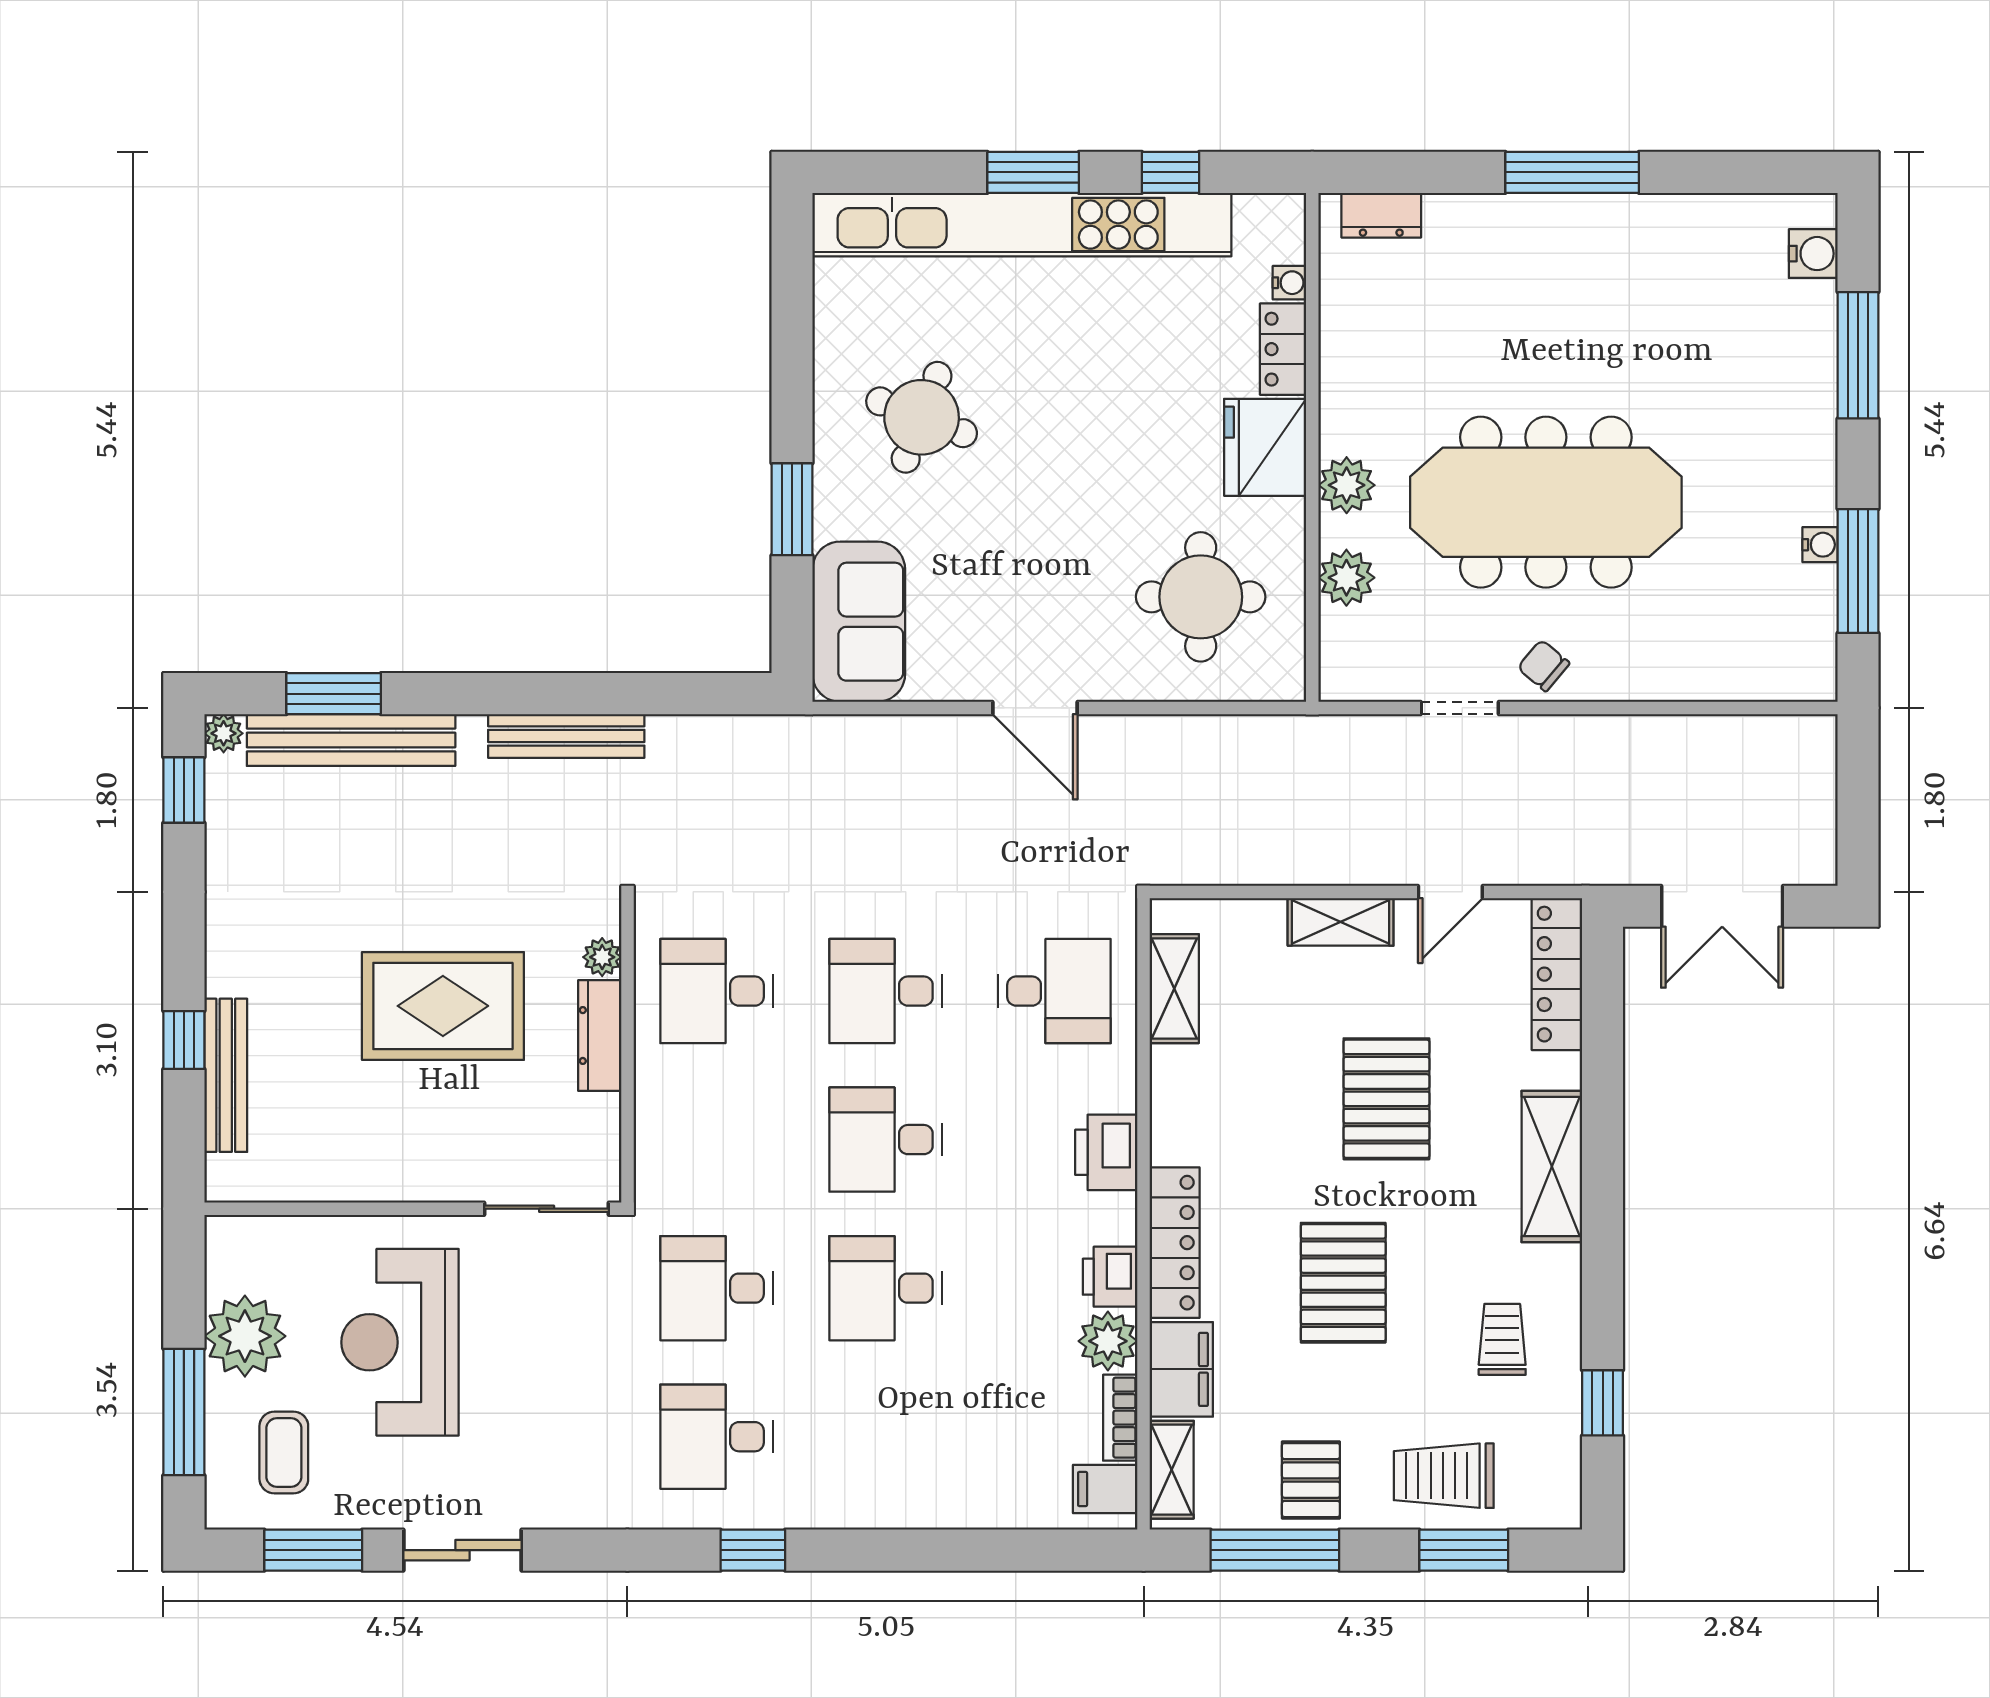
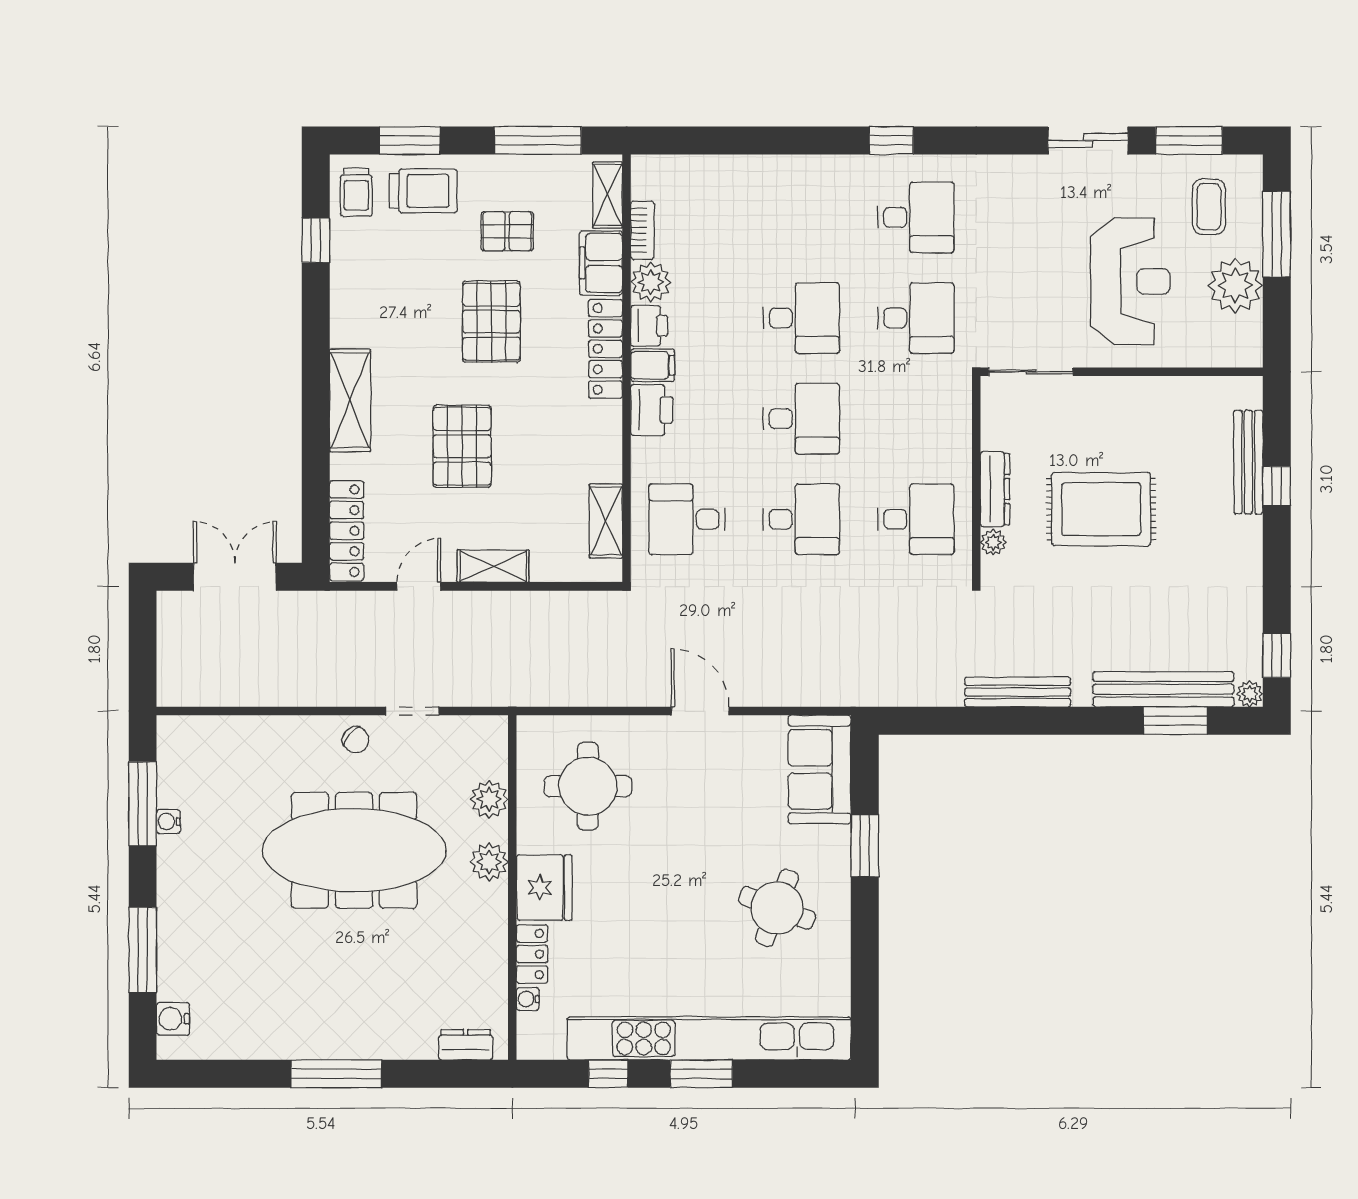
trolley: (1502, 1339) -> (356, 192), moved
pallet: (1311, 1480) -> (507, 231), moved, turned 90
filing cabinet: (1105, 1489) -> (653, 365), moved

